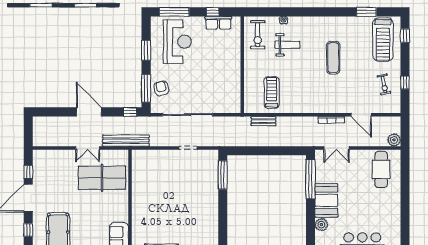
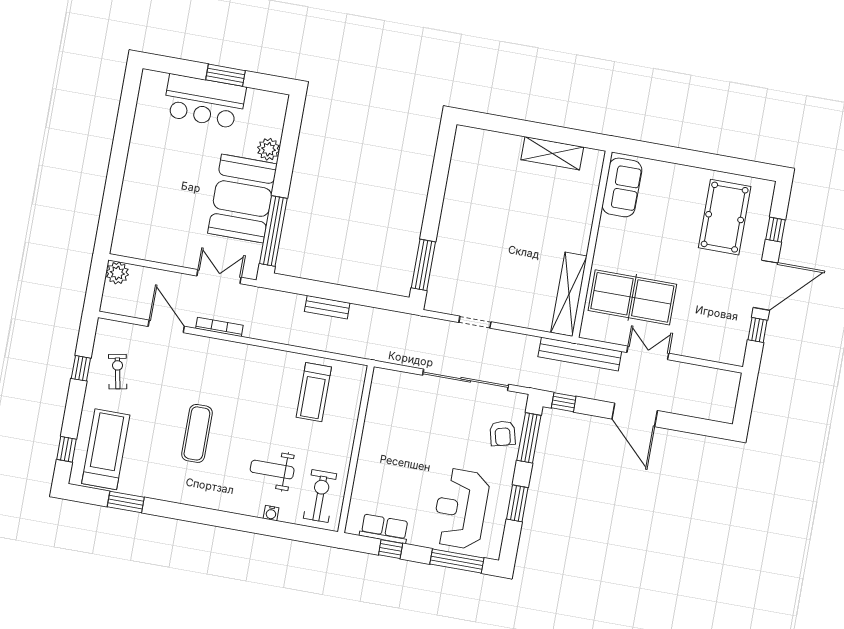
bench: (263, 121) -> (327, 307), moved
cafe table: (381, 169) -> (149, 226), removed
shelving: (138, 173) -> (569, 294), added
booth: (326, 200) -> (242, 199), width x1.36, depth x1.42

